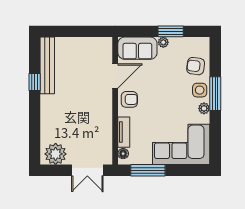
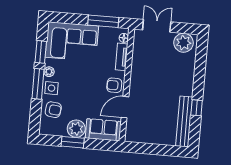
plant: (163, 42) -> (76, 129), width x1.88, depth x1.88
window: (215, 130) -> (41, 52), added

